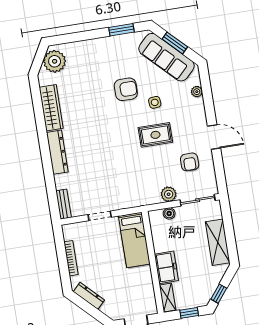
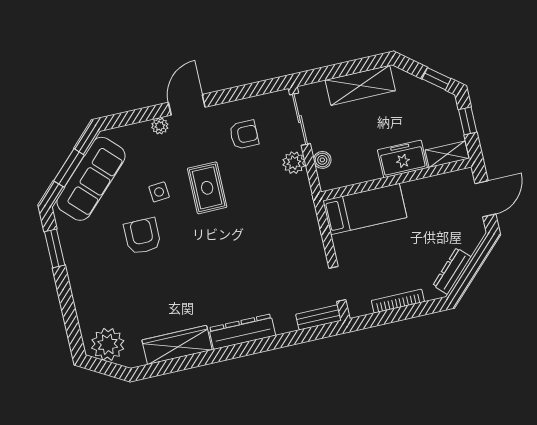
plant: (197, 92) -> (160, 126), moved
door: (214, 137) -> (187, 105), moved
doorway: (100, 216) -> (337, 284), moved

